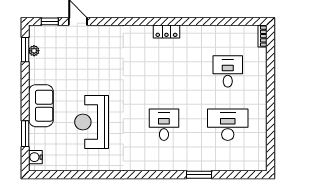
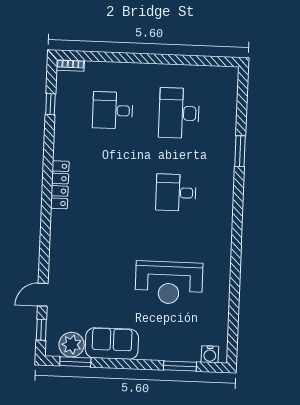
window: (231, 21) -> (50, 104), added
locker: (166, 32) -> (60, 185), width x1.53
plant: (34, 51) -> (72, 345), width x1.88, depth x1.88
sofa: (41, 106) -> (112, 344), moved

